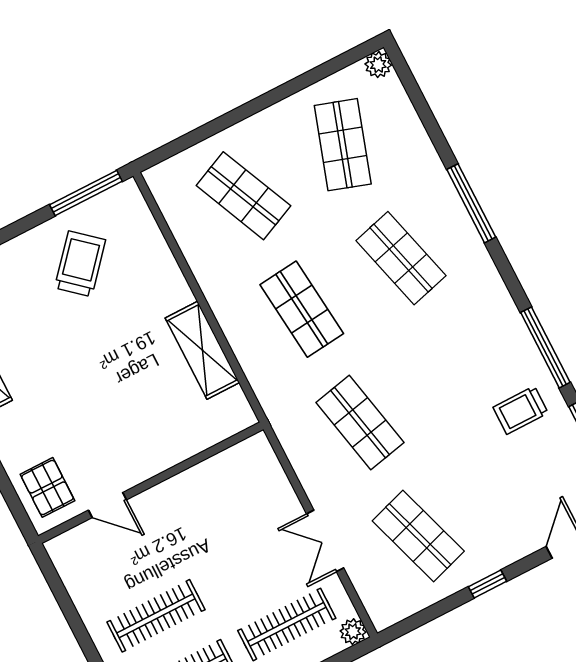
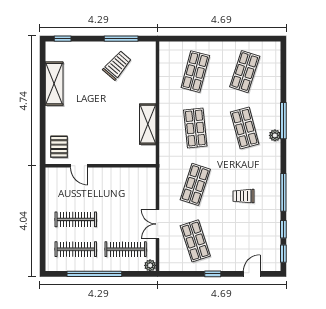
plant: (378, 65) -> (275, 135), moved
window: (86, 193) -> (121, 39), moved
shop shelf: (243, 196) -> (195, 72), turned 39
trolley: (521, 410) -> (244, 196), moved
shop shelf: (360, 423) -> (195, 184), turned 30

